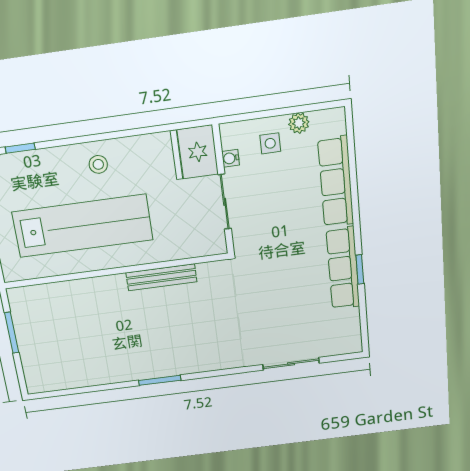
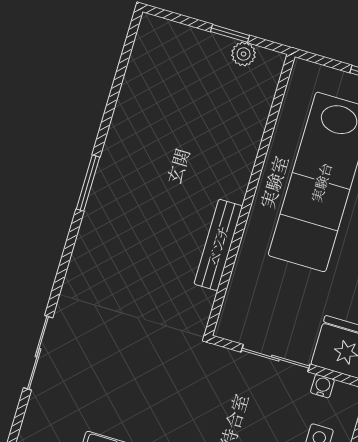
plant: (21, 318) -> (244, 54), added
window: (12, 333) -> (230, 33), width x0.67

